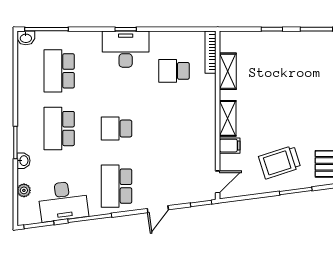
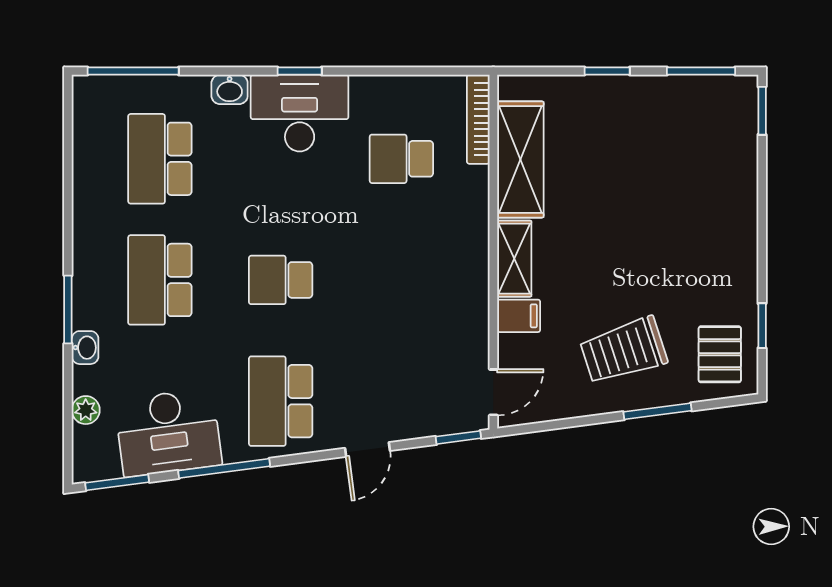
washbasin: (26, 38) -> (230, 89), moved
shelving: (228, 71) -> (520, 159), width x1.50, depth x1.33

